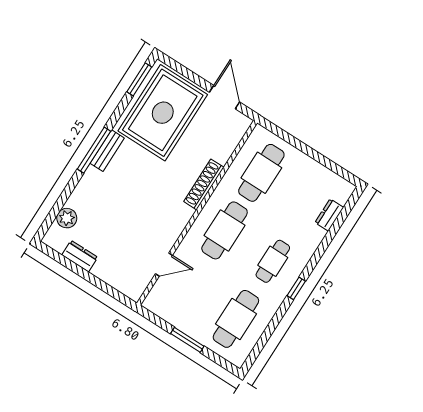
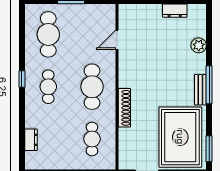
cafe table: (261, 173) -> (92, 139), width x0.73, depth x0.74
plant: (67, 218) -> (199, 45), moved

